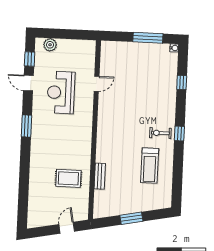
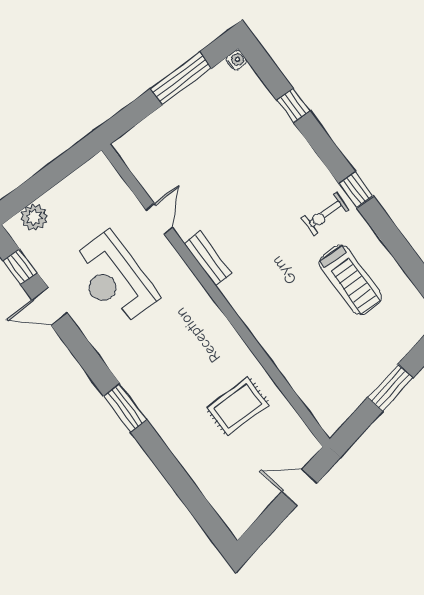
window: (26, 126) -> (125, 408), moved
bench: (100, 176) -> (208, 259), moved
door: (67, 228) -> (300, 487), hinge flipped

